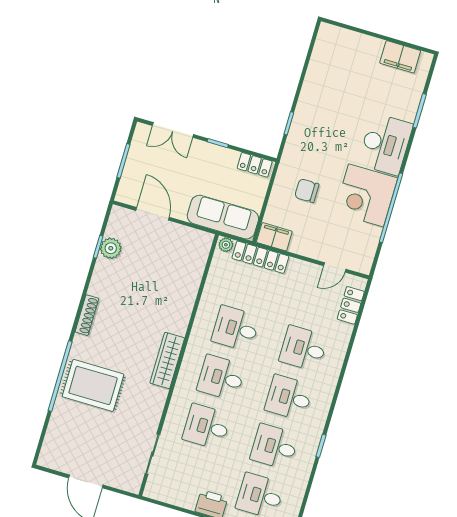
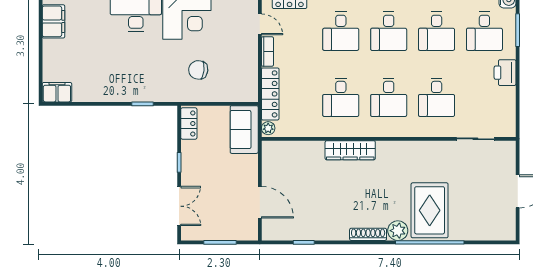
chair: (307, 191) -> (198, 70), turned 96
door: (153, 214) -> (260, 202), swing flipped
sofa: (223, 217) -> (244, 130), width x0.73
filing cabinet: (274, 237) -> (57, 92), moved, turned 90
plant: (111, 248) -> (398, 231), moved
bookcase: (305, 267) -> (267, 51), added
wardrobe: (167, 361) -> (350, 150), moved

